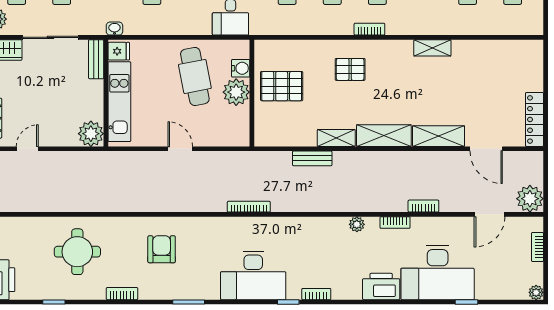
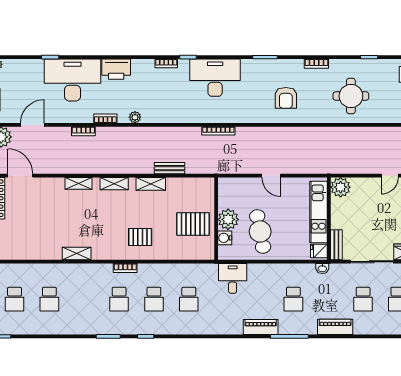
shelving: (384, 136) -> (114, 184), width x0.67, depth x0.75
shelving: (439, 136) -> (78, 183), width x0.67, depth x0.75
door: (486, 149) -> (20, 176), moved

